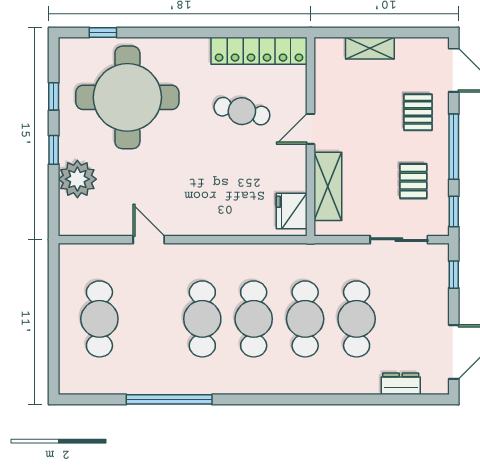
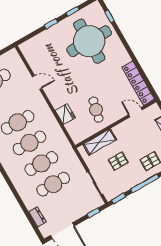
cafe table: (242, 111) -> (96, 110), moved
door: (311, 129) -> (135, 112), moved
plant: (77, 179) -> (45, 40), removed
pallet: (413, 181) -> (118, 161), moved
fridge: (292, 211) -> (65, 114), moved, turned 90
door: (149, 240) -> (37, 83), hinge flipped

